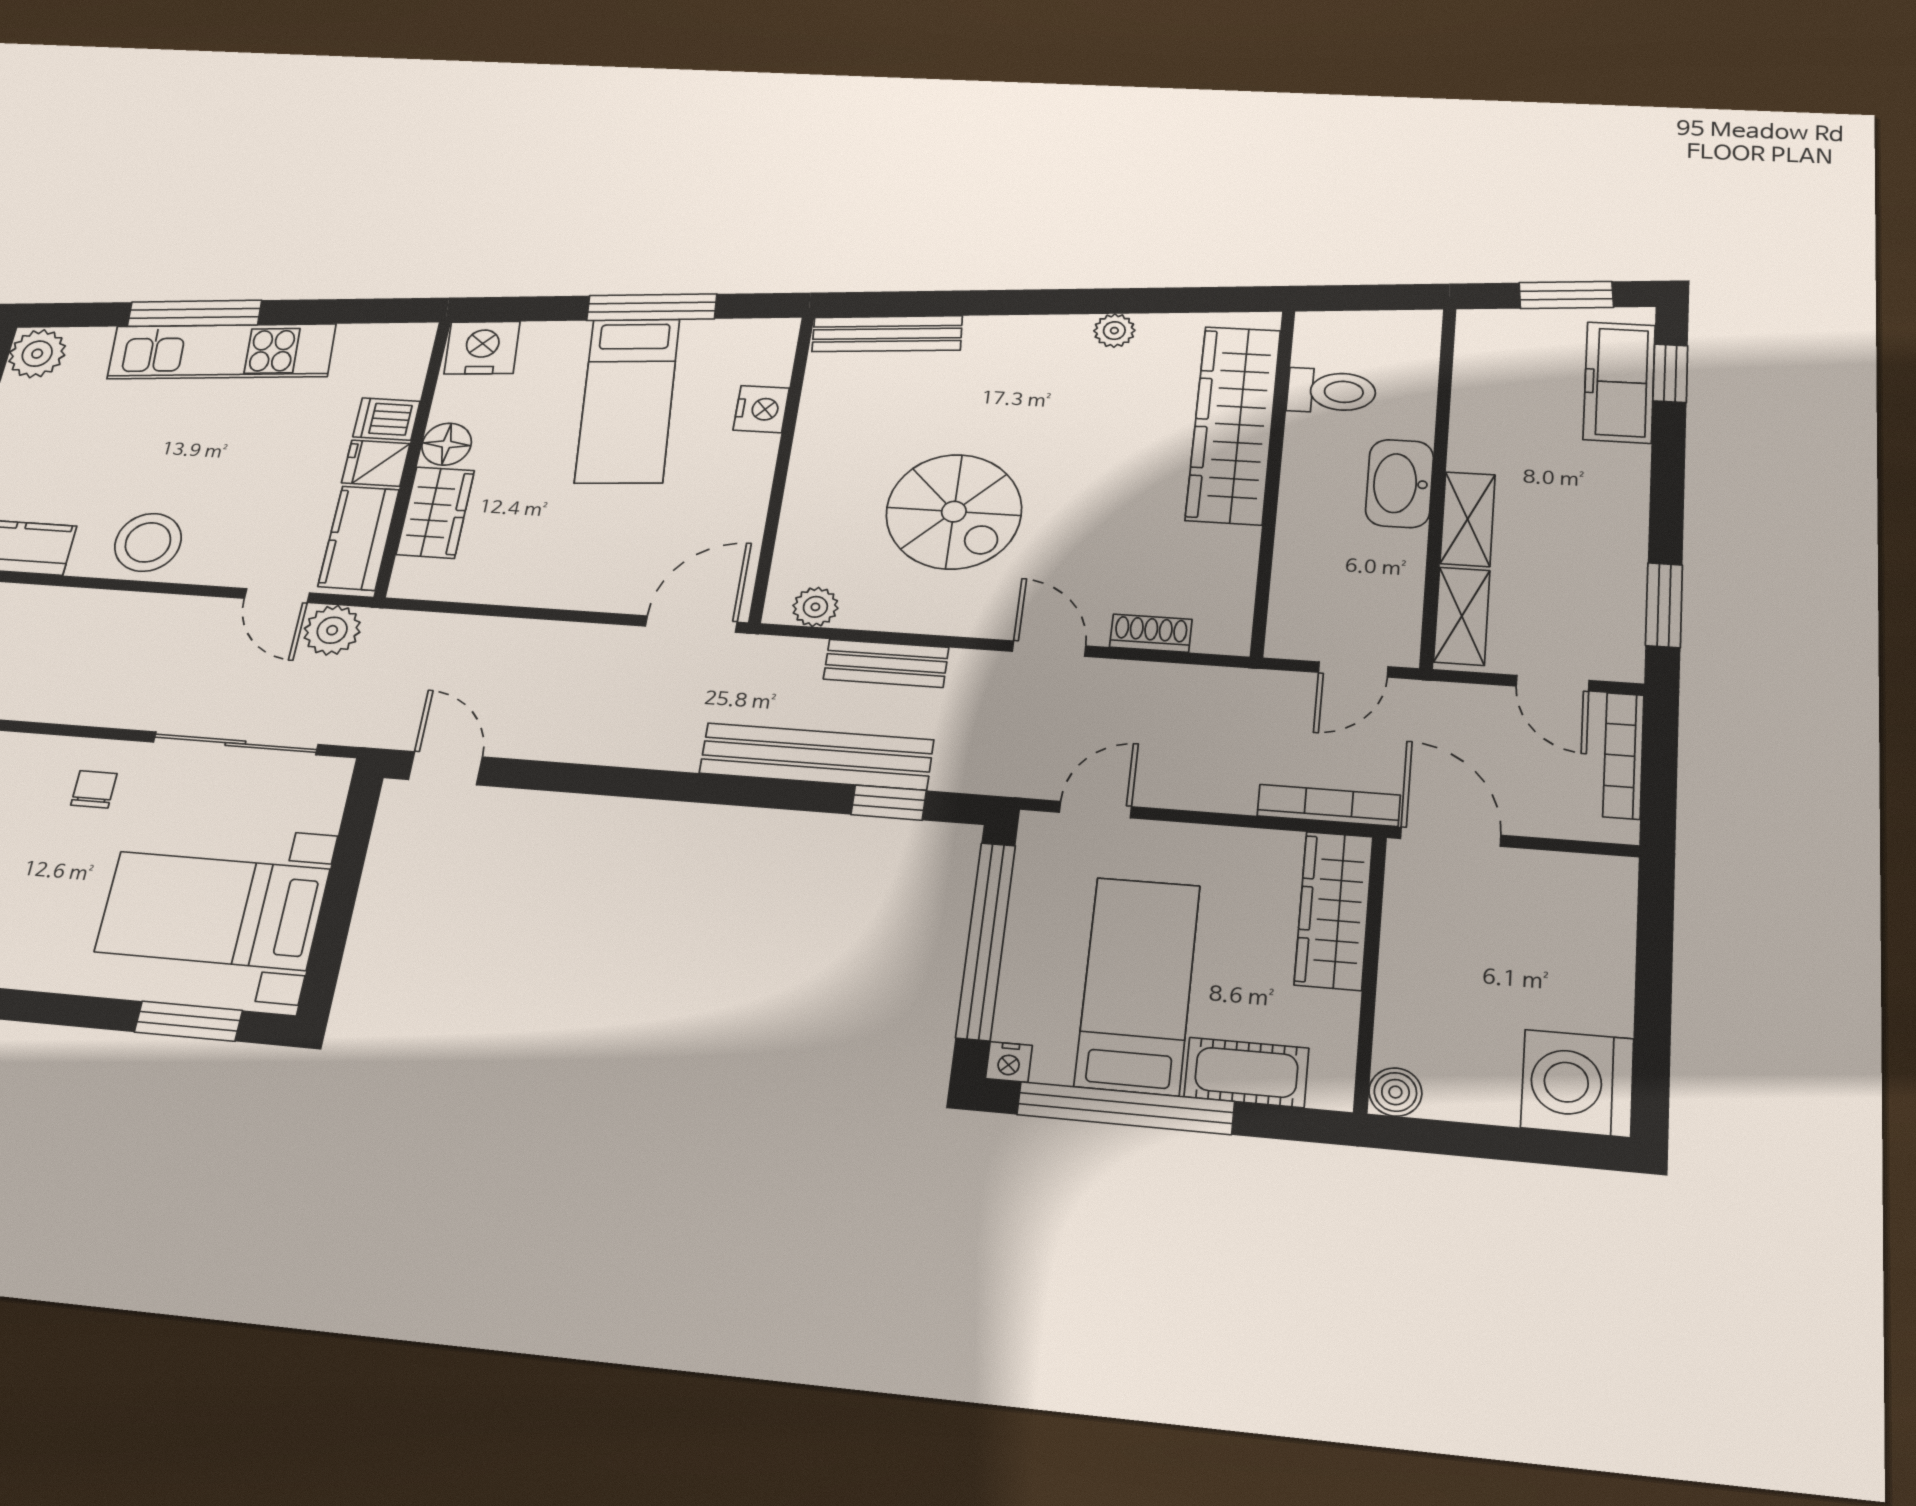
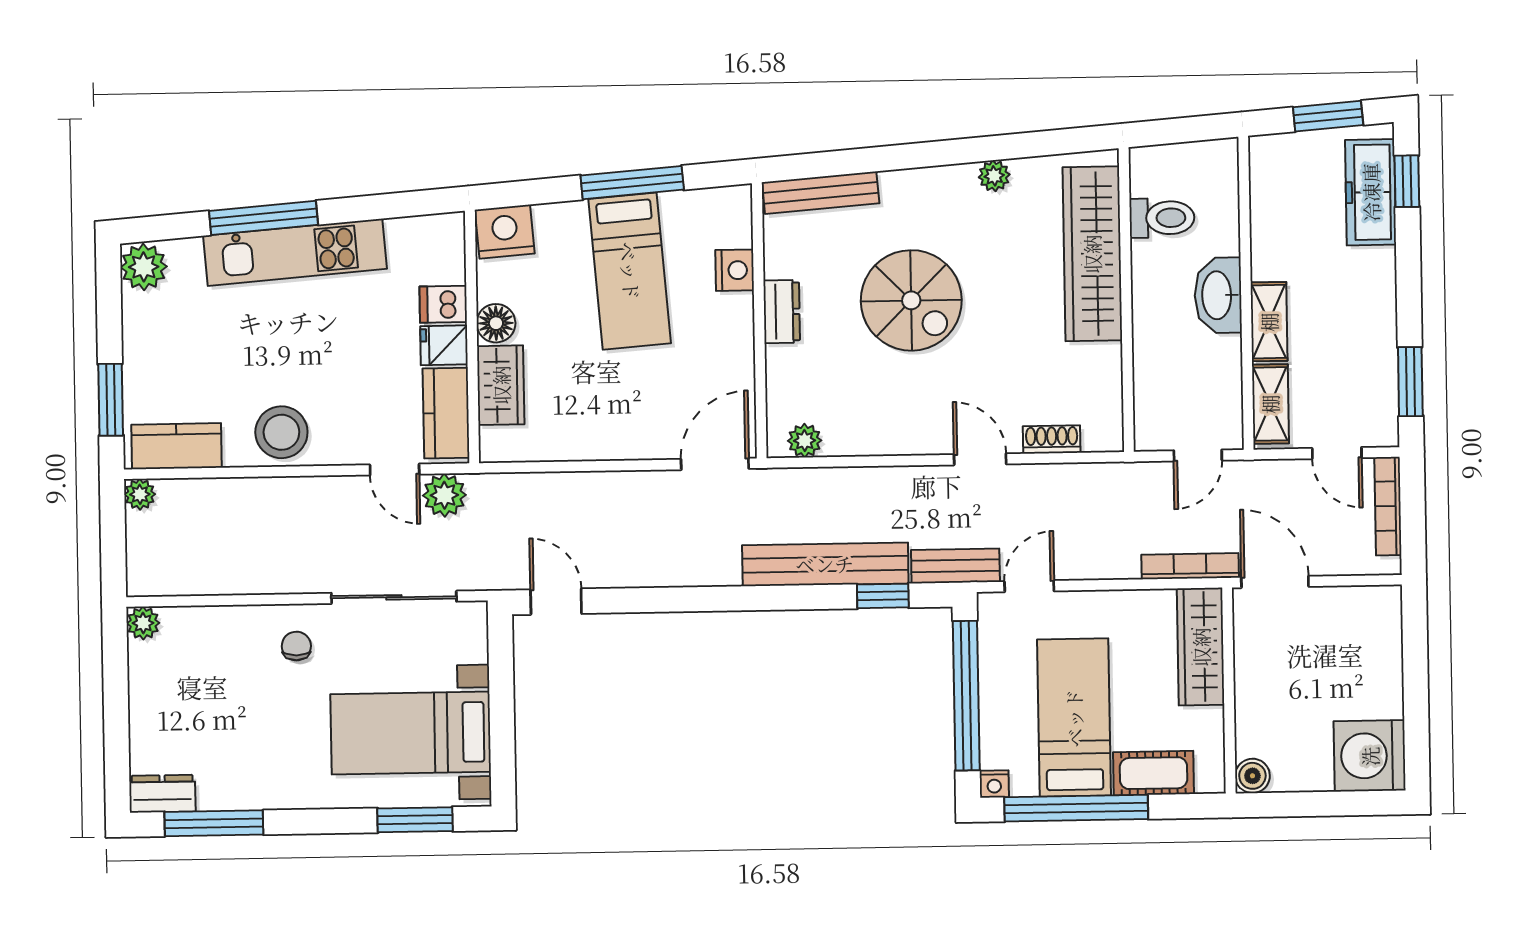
dresser: (813, 459) -> (782, 312), added
spiral stairs: (954, 512) -> (911, 300), moved
bench: (886, 663) -> (955, 566), moved

